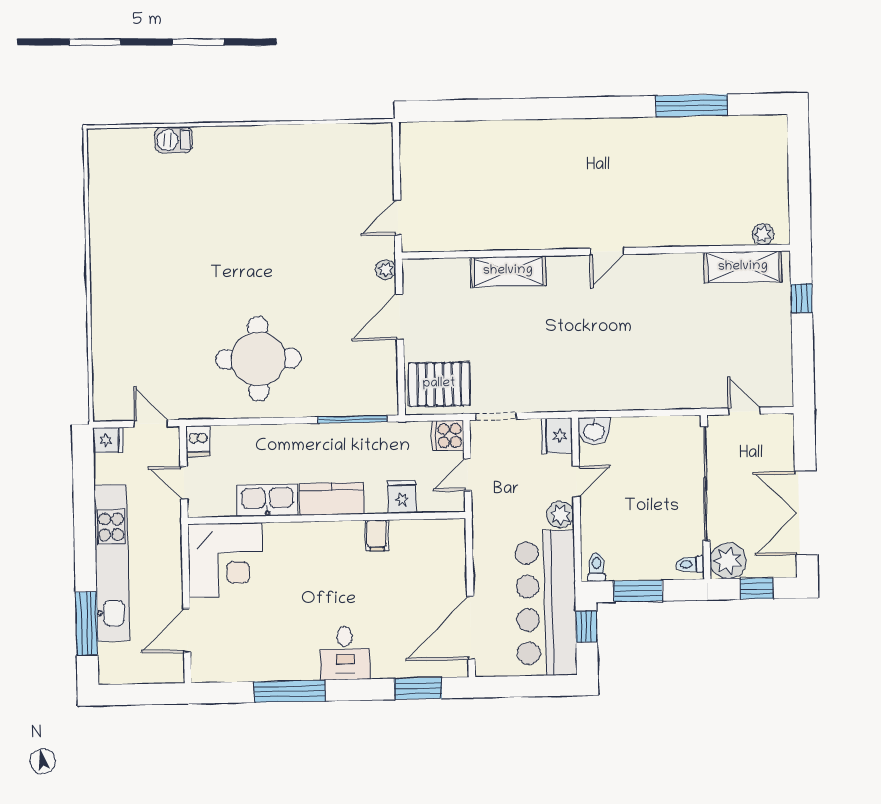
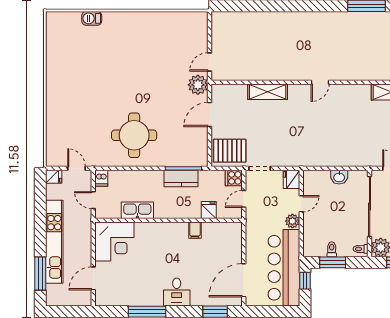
plant: (386, 270) -> (198, 85), width x1.88, depth x1.88
washbasin: (594, 431) -> (339, 177), moved
kitchen counter: (332, 499) -> (181, 178), moved, turned 180
toilet: (596, 567) -> (332, 249), moved

